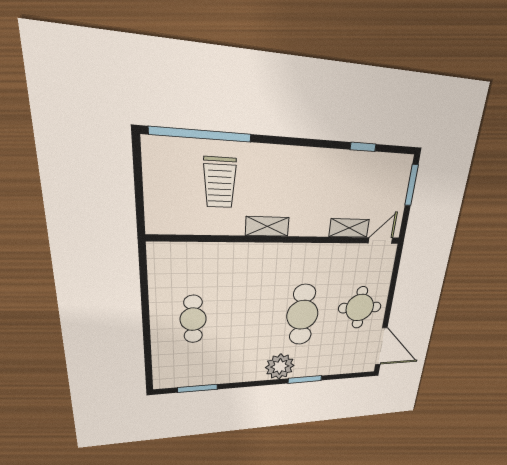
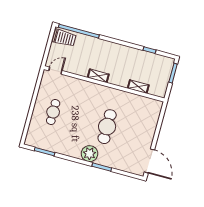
trolley: (220, 183) -> (64, 38), moved, turned -90
door: (381, 241) -> (55, 71), moved
round table: (360, 308) -> (139, 132), removed

